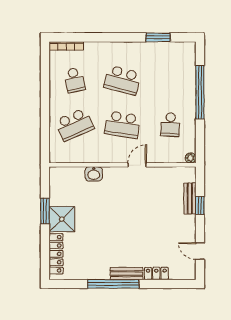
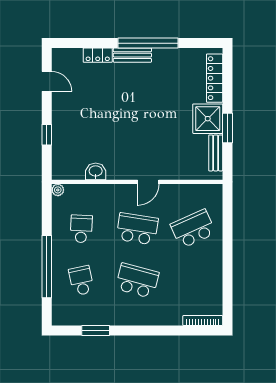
school desk: (75, 80) -> (81, 281), moved
door: (137, 165) -> (148, 182), moved
washbasin: (94, 174) -> (96, 171), moved
bench: (190, 199) -> (216, 153), moved

